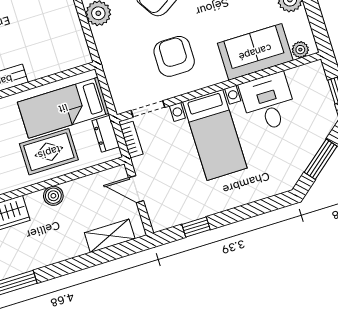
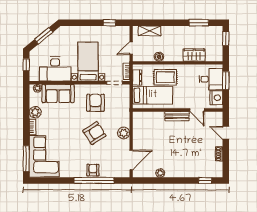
armchair: (174, 56) -> (95, 103), turned 180
desk: (268, 102) -> (55, 69), width x1.37
door: (136, 189) -> (131, 48), swing flipped
boiler: (53, 196) -> (159, 57), moved

